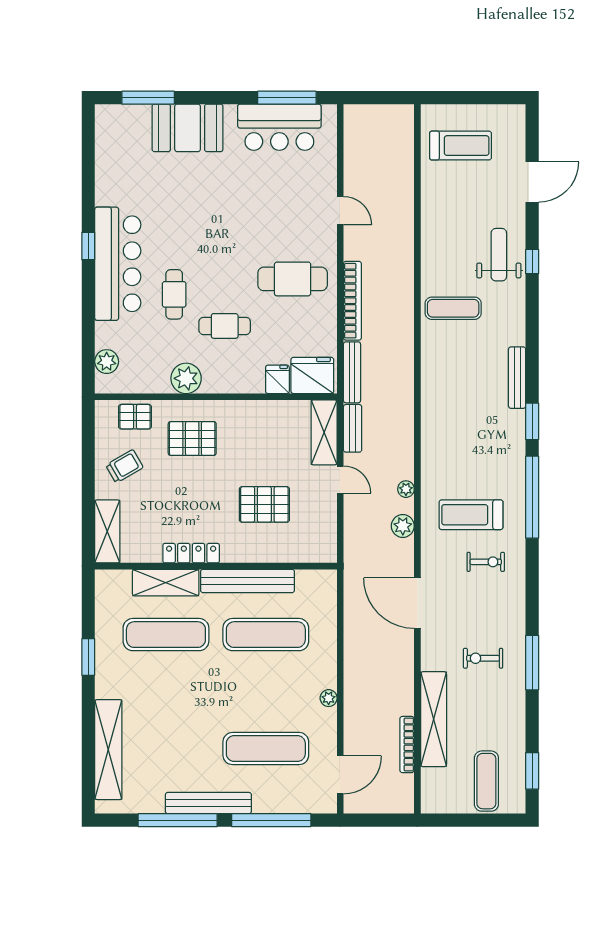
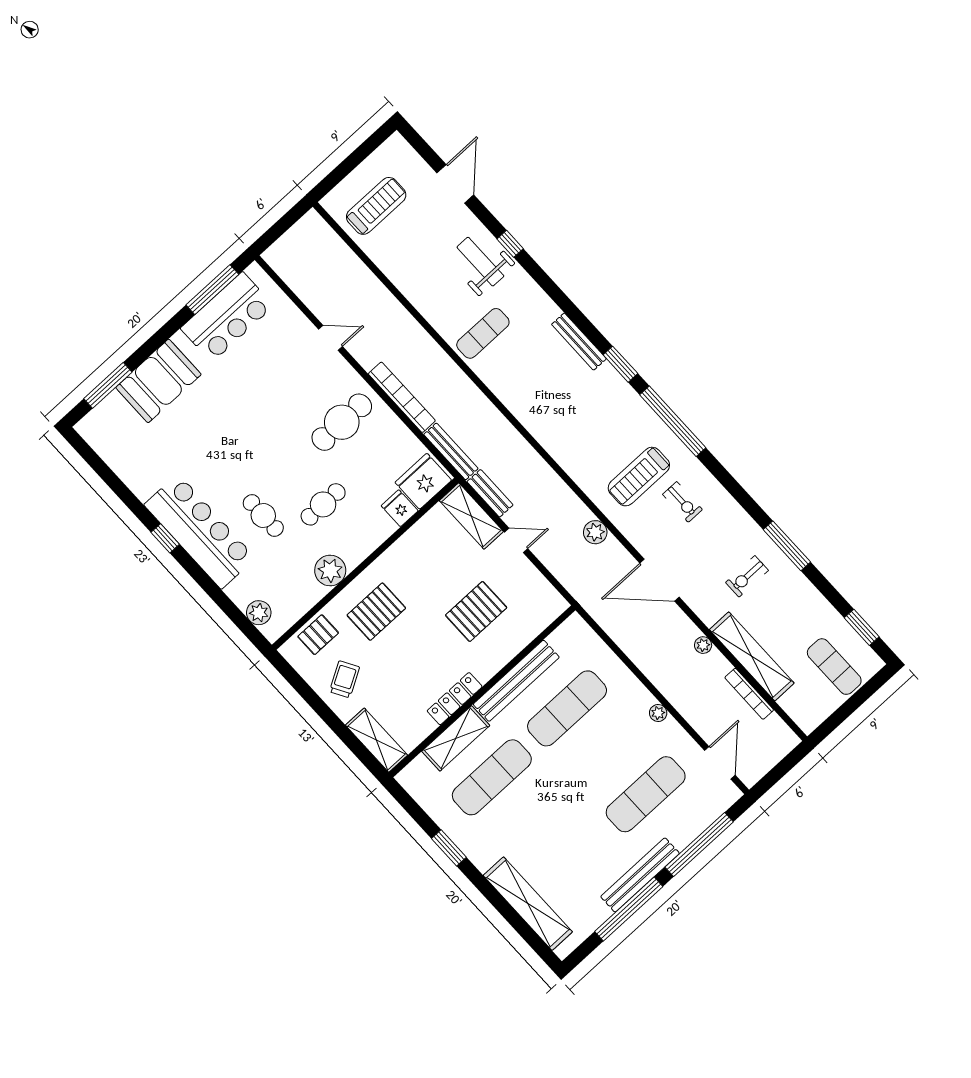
plant: (406, 489) -> (703, 645), moved
exercise bike: (486, 562) -> (682, 502), turned 90

